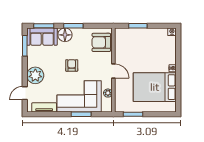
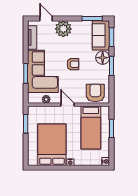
bed: (137, 47) -> (91, 128), added
door: (113, 71) -> (67, 105), swing flipped

